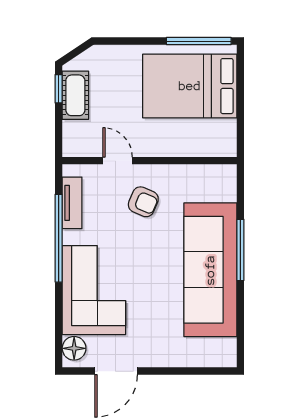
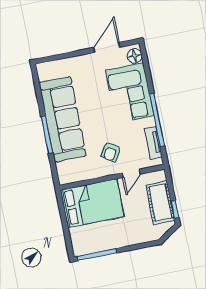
bed: (190, 86) -> (92, 203), moved
cot: (75, 95) -> (160, 203), width x1.37, depth x1.34
door: (118, 161) -> (131, 173), hinge flipped
armchair: (143, 202) -> (111, 152), turned -82

